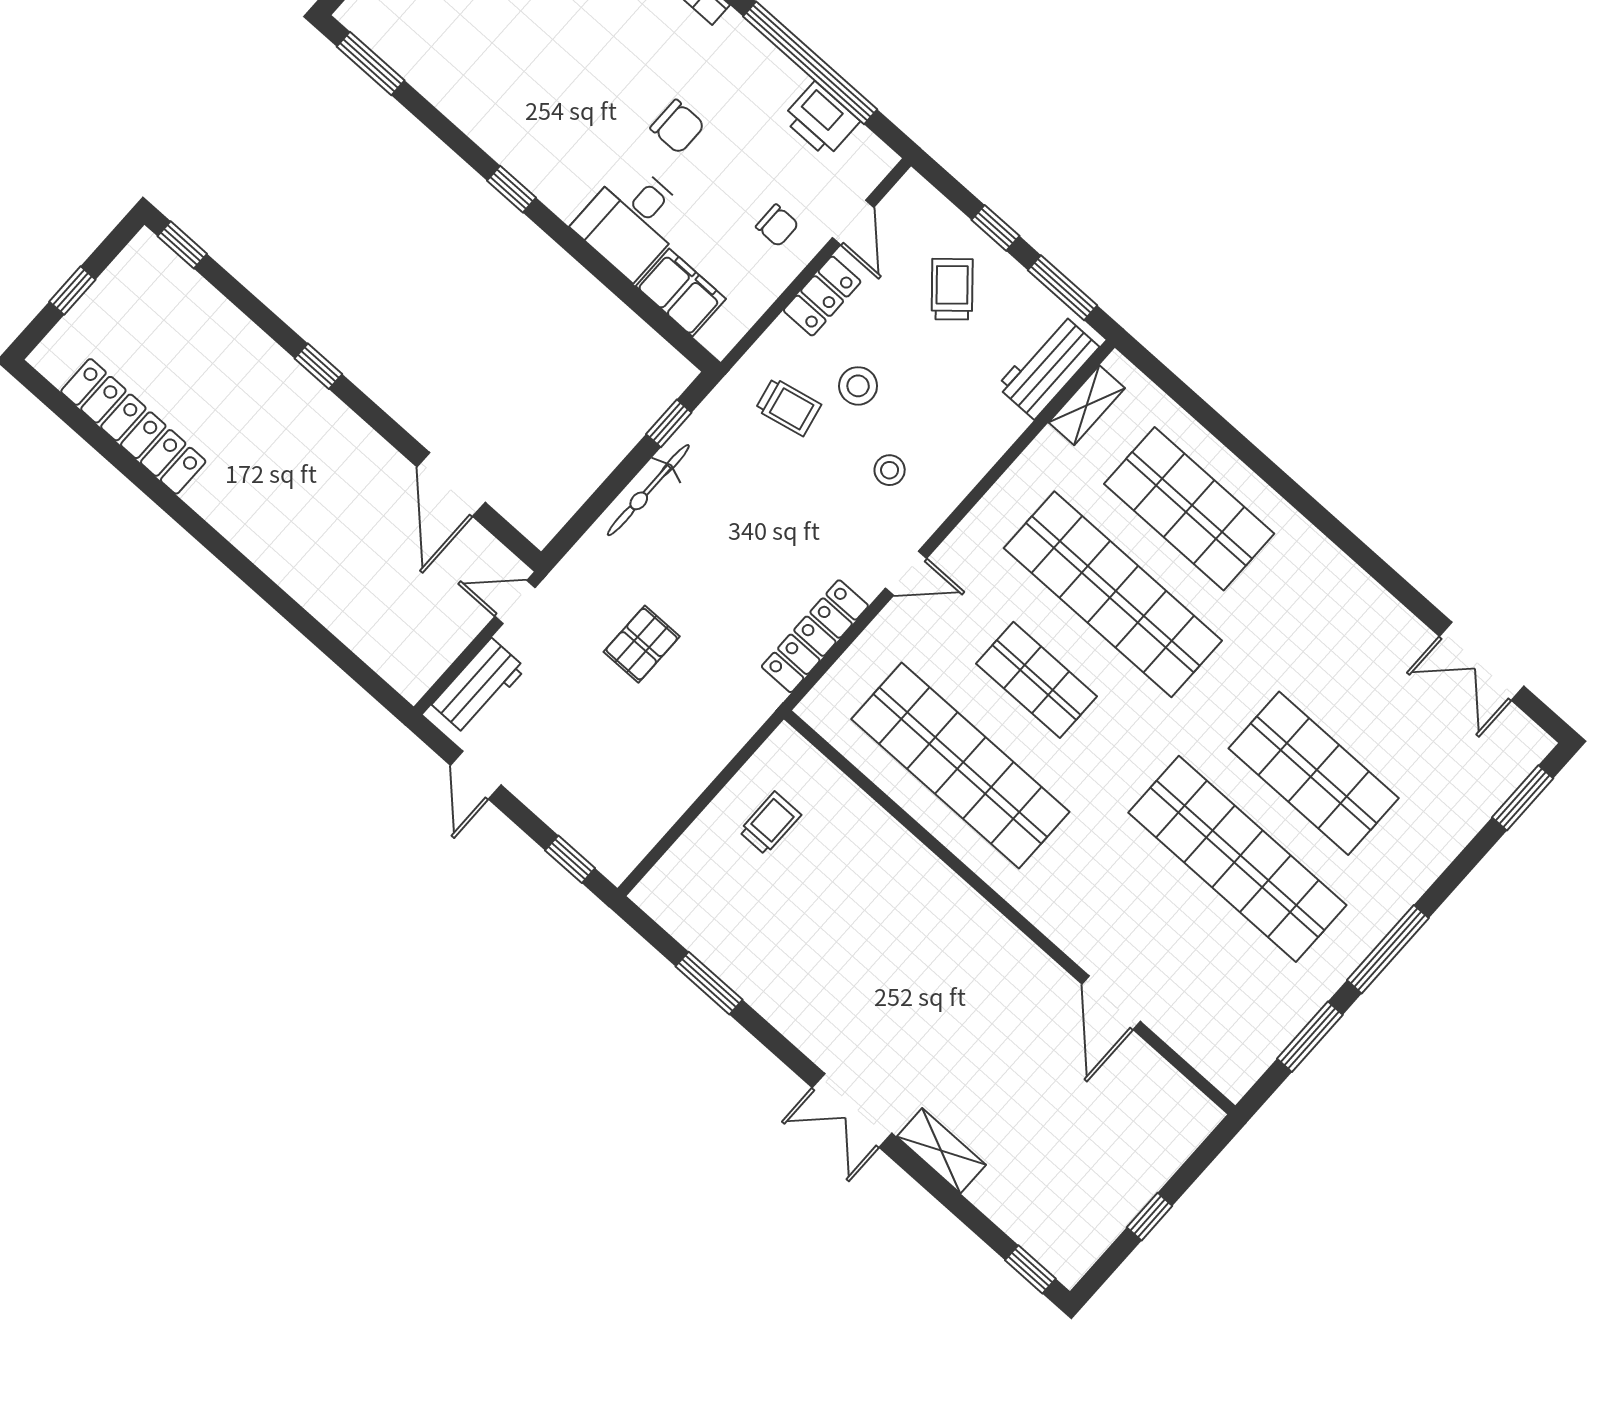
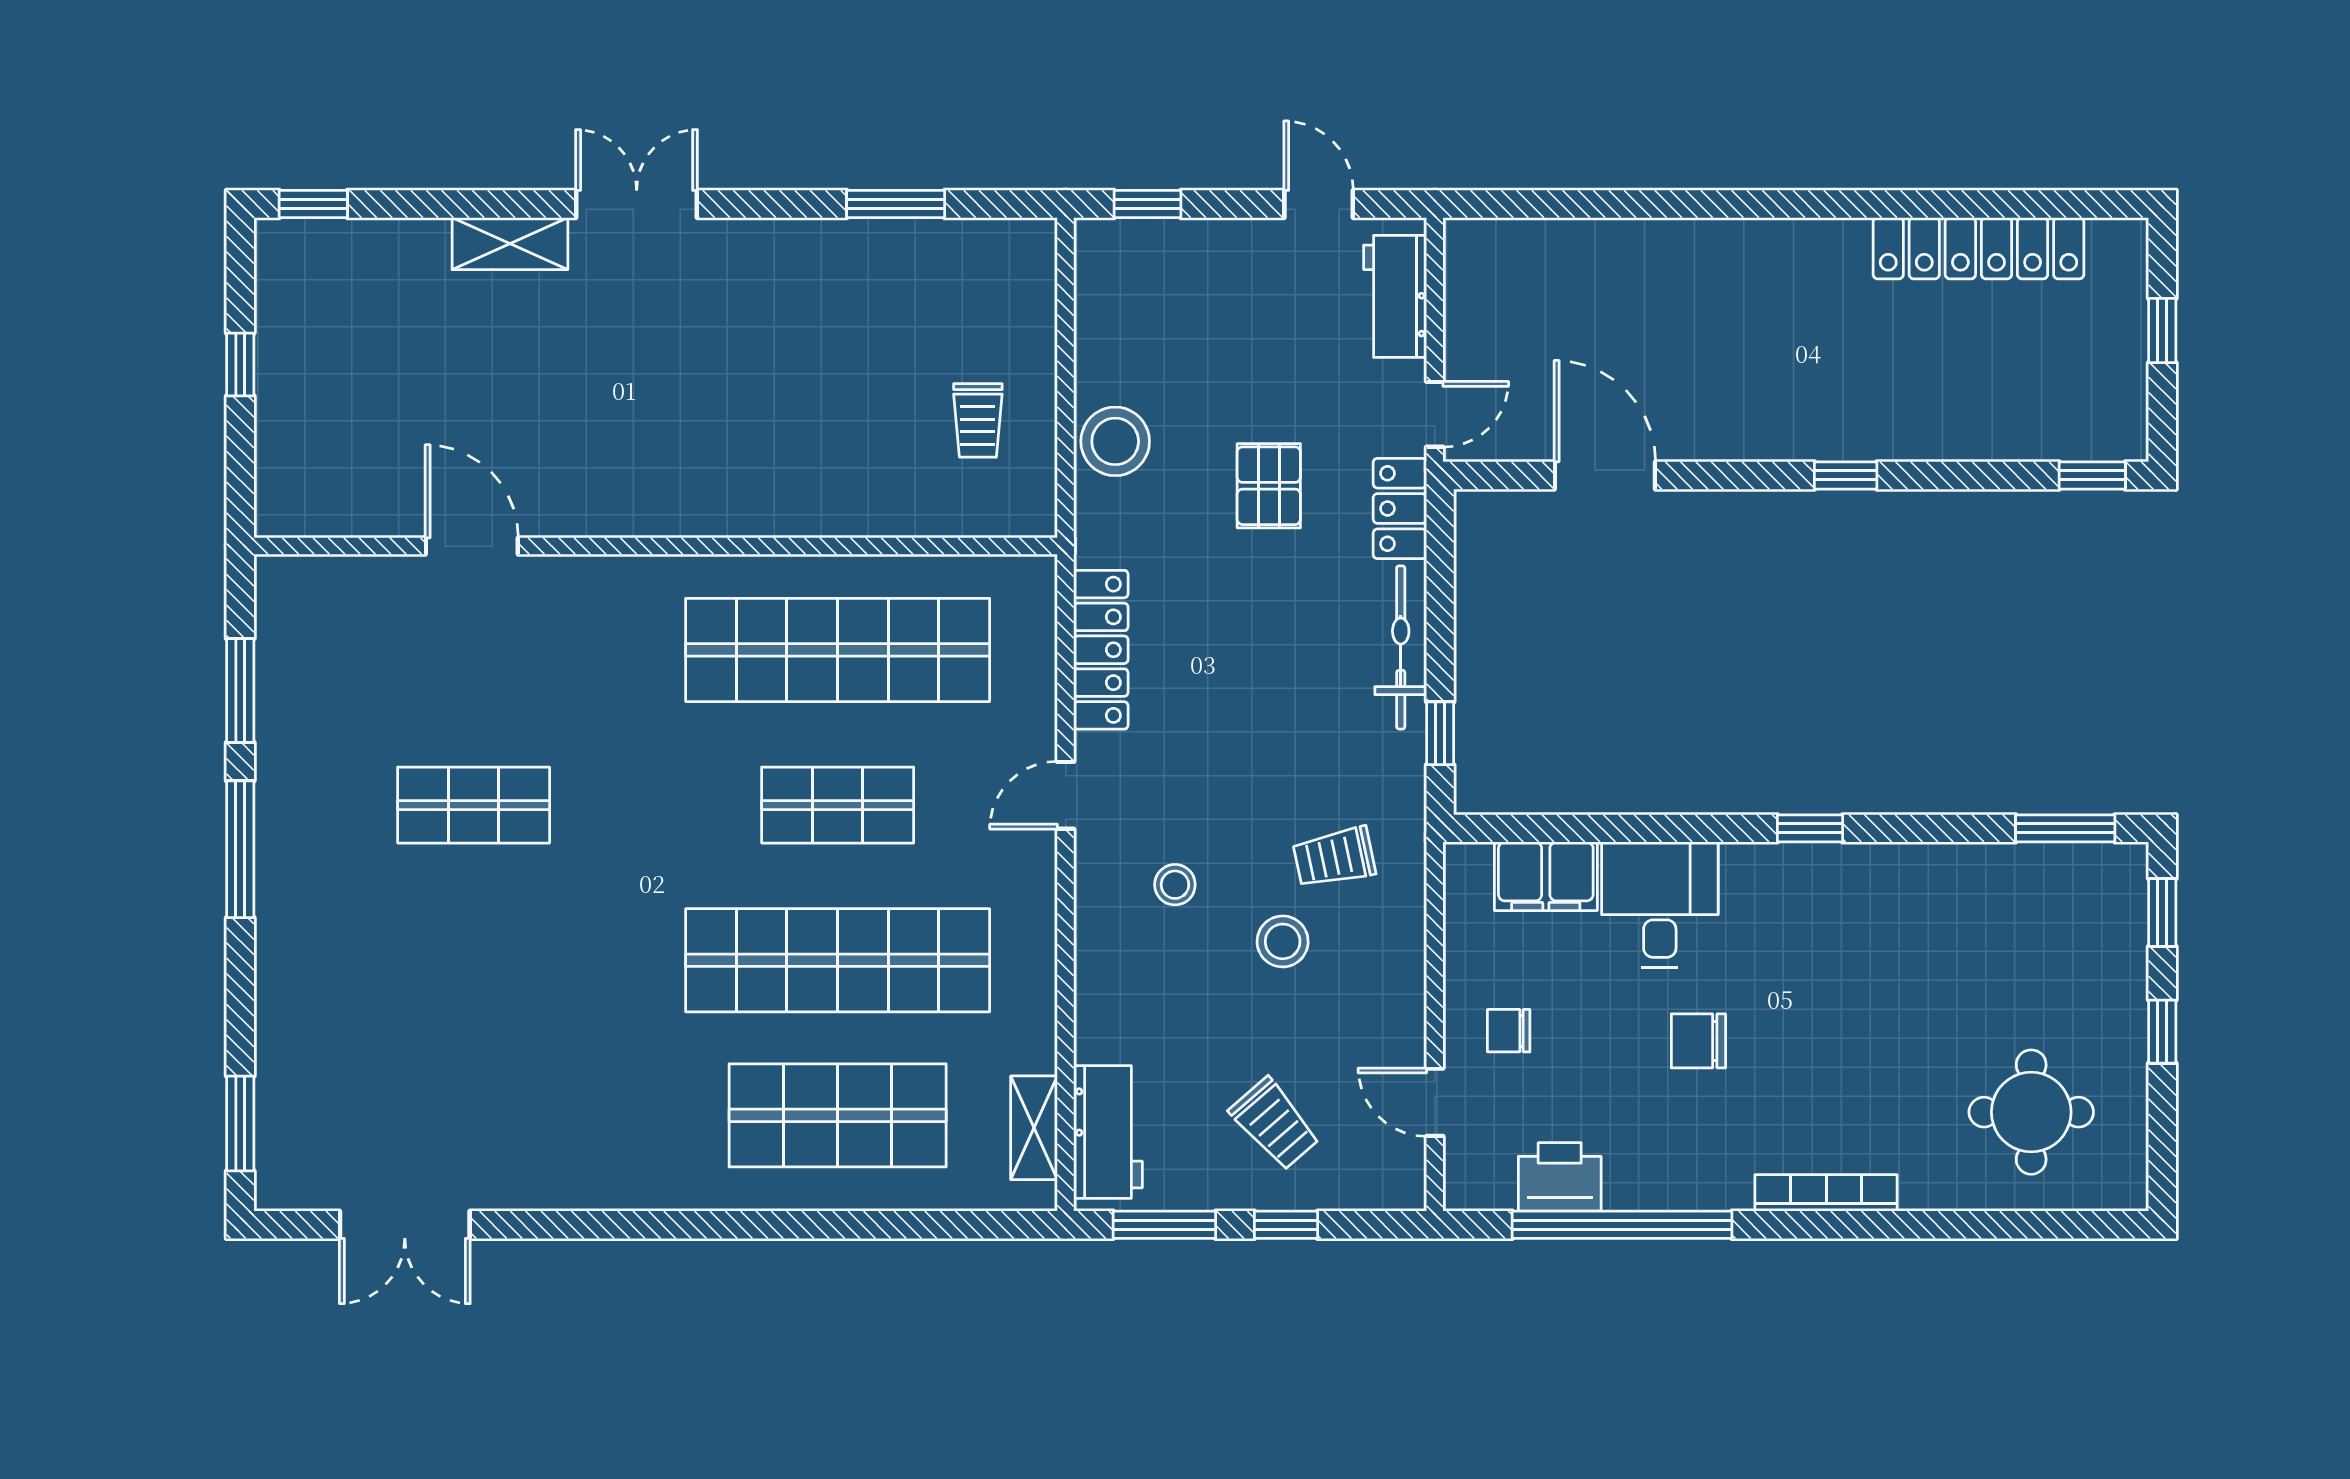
locker: (822, 296) -> (1400, 508), moved
double door: (1482, 661) -> (405, 1225), swing flipped
stool: (705, 744) -> (1115, 441), added
shop shelf: (1314, 773) -> (474, 960), removed
shop shelf: (1237, 859) -> (474, 805), width x0.50, depth x0.74

